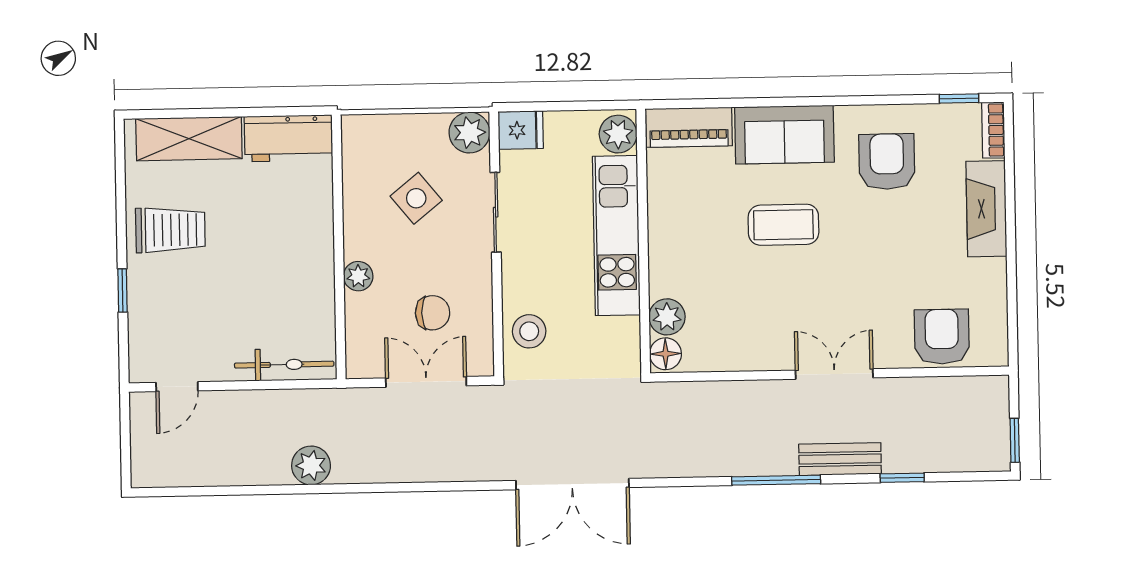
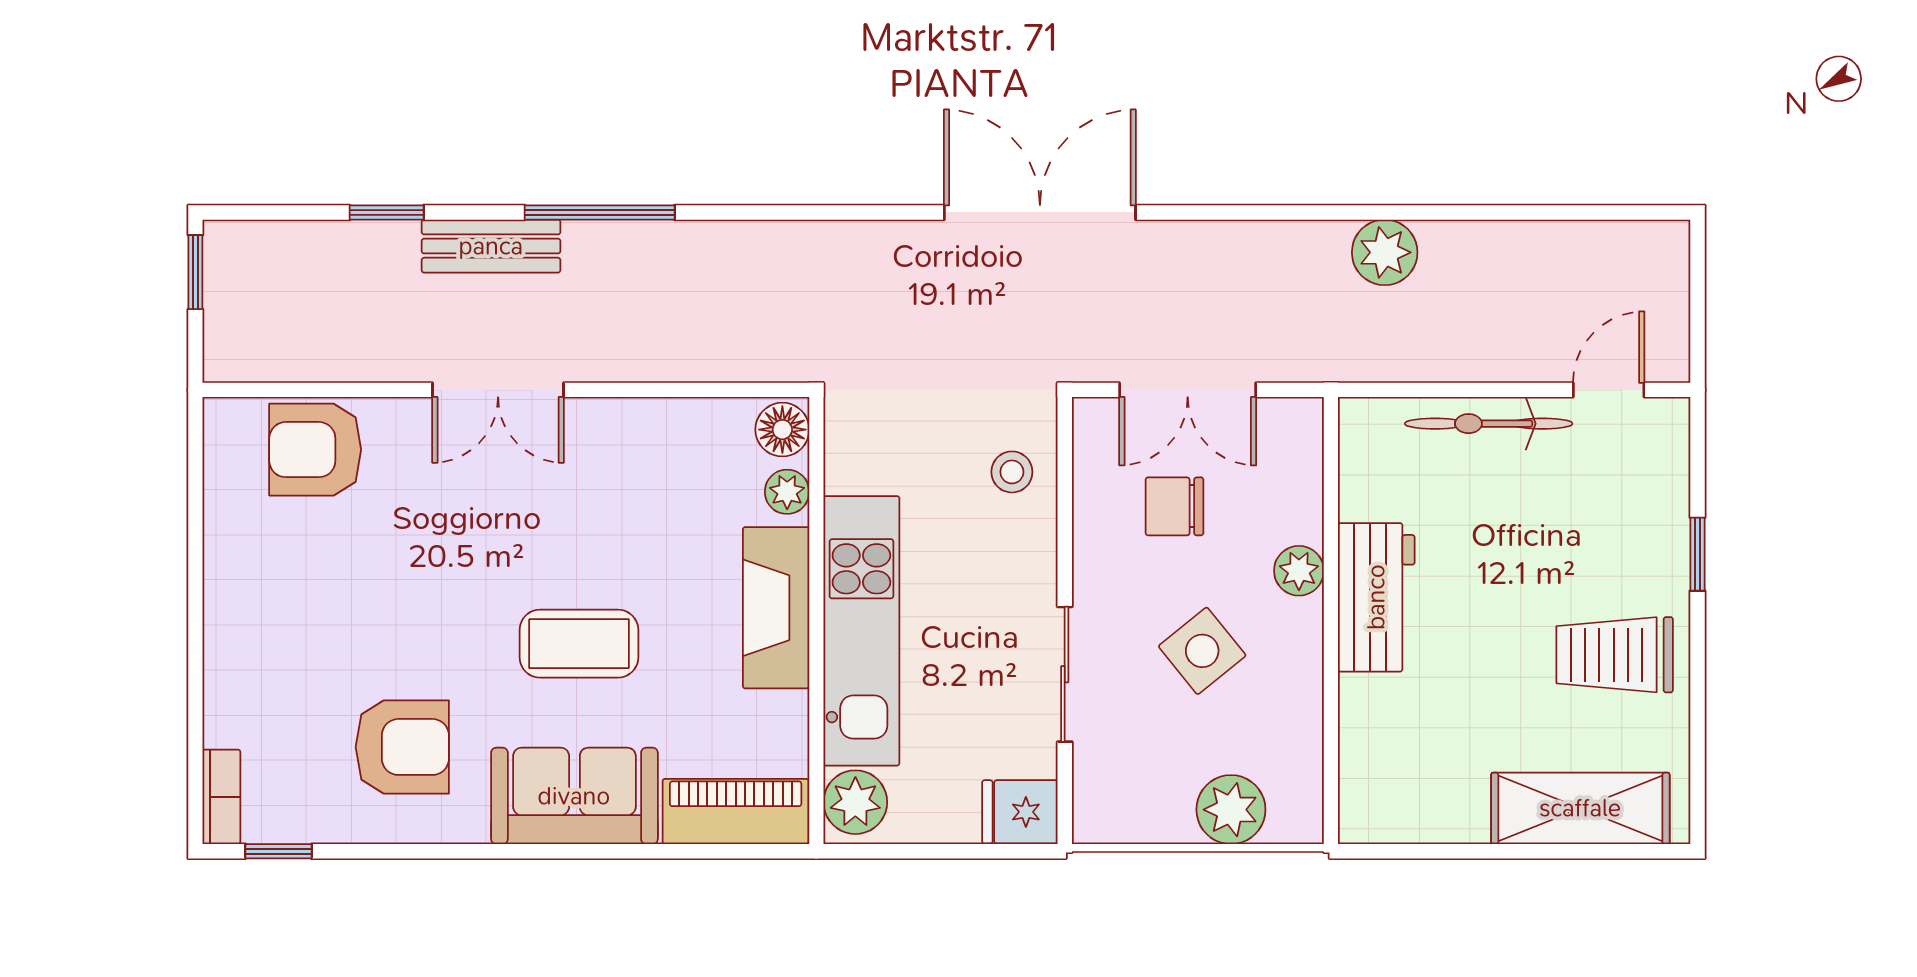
plant: (469, 133) -> (1231, 810), moved
workbench: (288, 138) -> (1376, 597), moved, turned 90
armchair: (887, 162) -> (402, 747), turned -90
side table: (416, 198) -> (1202, 651), moved
fireplace: (986, 209) -> (776, 608), moved, turned 180
plant: (667, 317) -> (787, 492), width x0.73, depth x0.73
stool: (529, 331) -> (1012, 472), width x0.73, depth x0.73
armchair: (942, 337) -> (315, 450), turned 90
bicycle: (284, 365) -> (1489, 424), moved
double door: (572, 484) -> (1040, 212), moved

